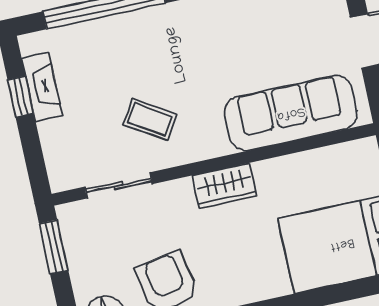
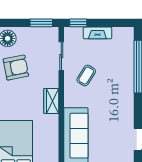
fireplace: (42, 87) -> (97, 33), moved
window: (21, 96) -> (78, 23), moved

